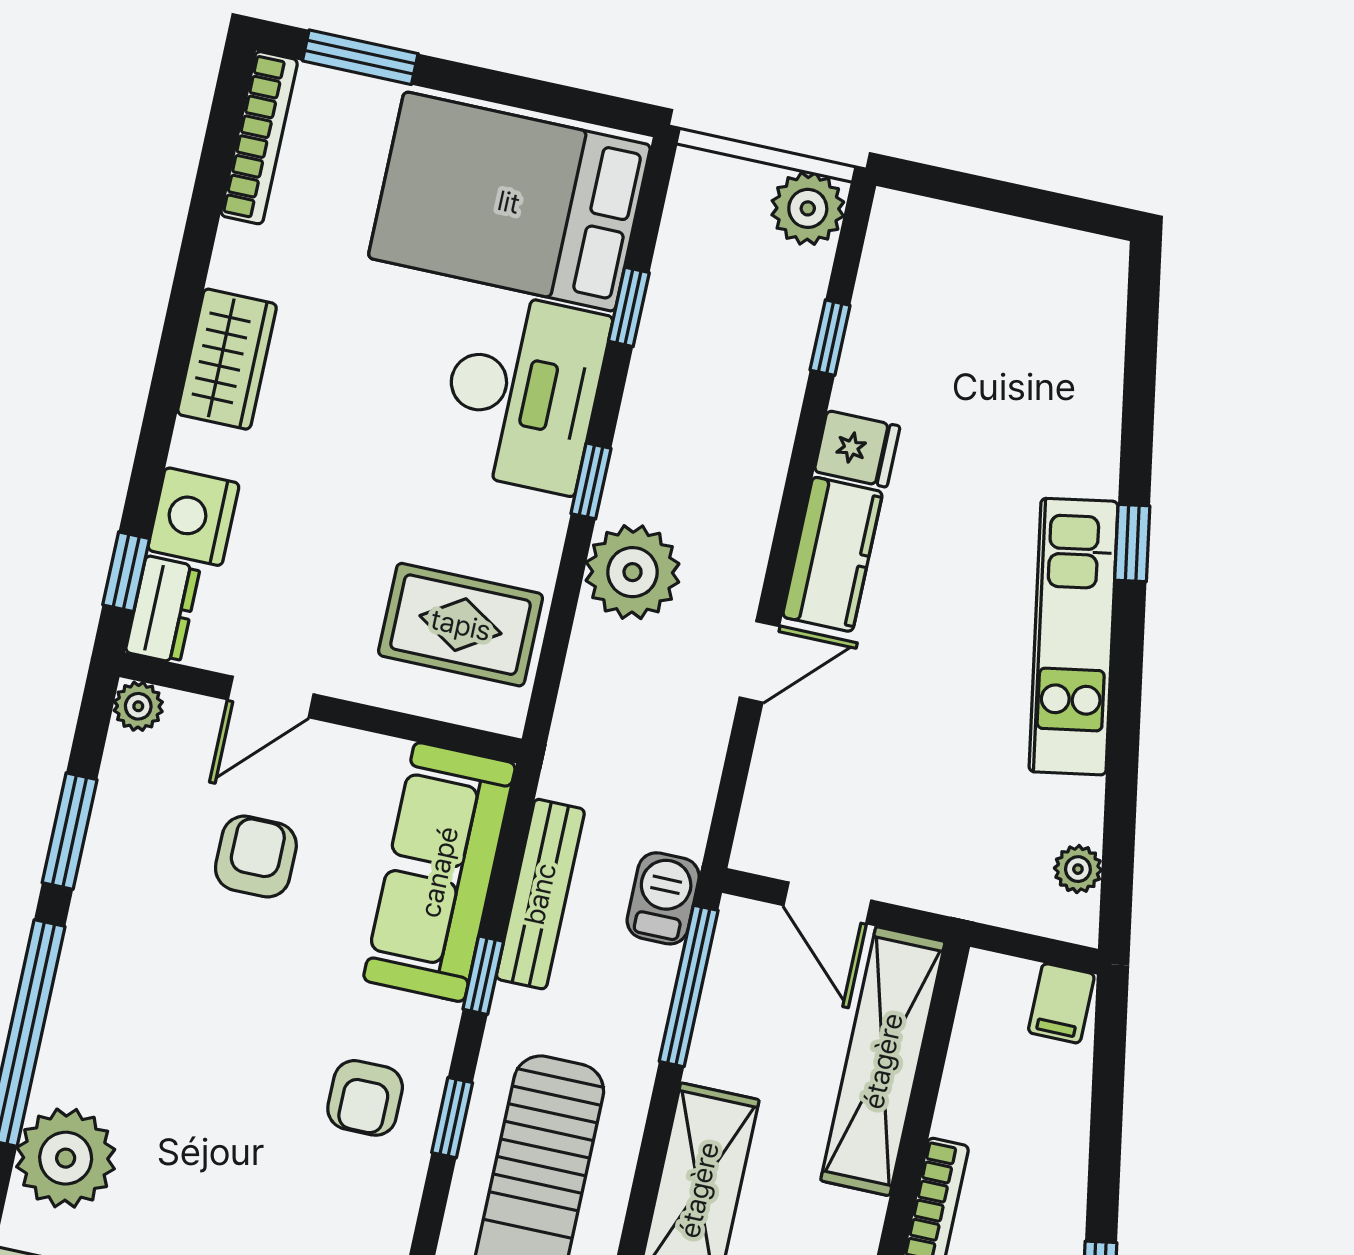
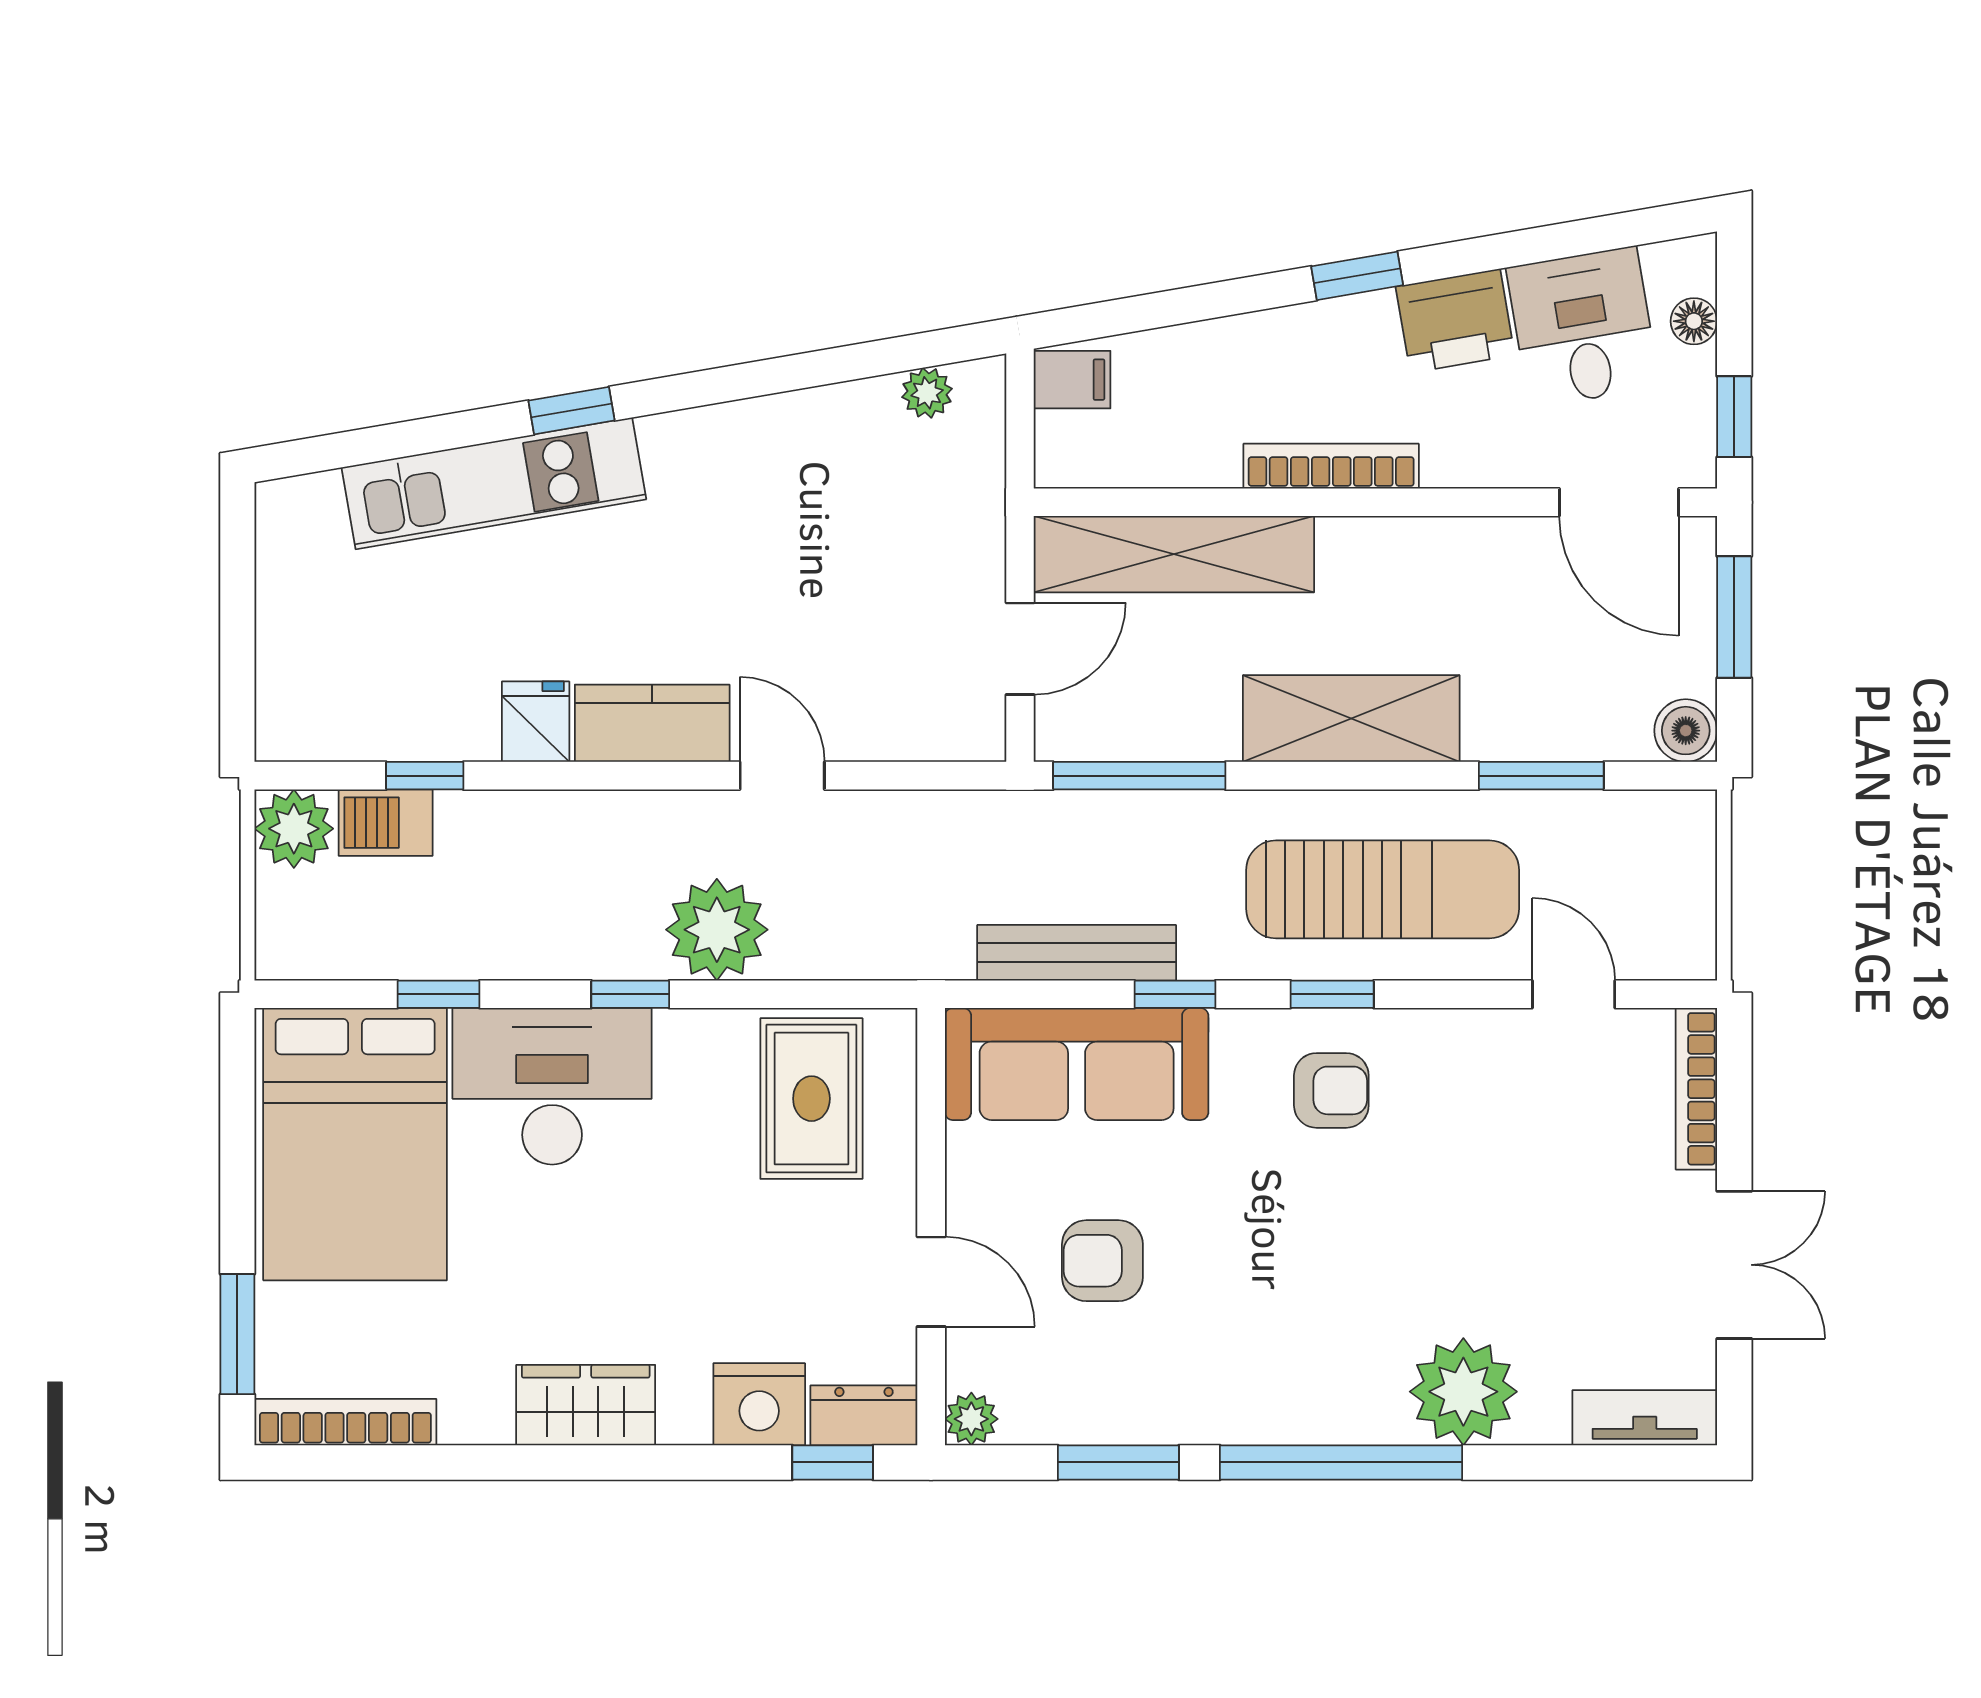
kitchen unit: (1074, 637) -> (494, 483), moved
barbecue: (663, 898) -> (386, 823), moved

